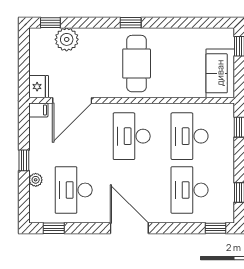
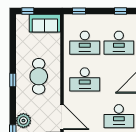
cafe table: (137, 64) -> (39, 76), turned 90

